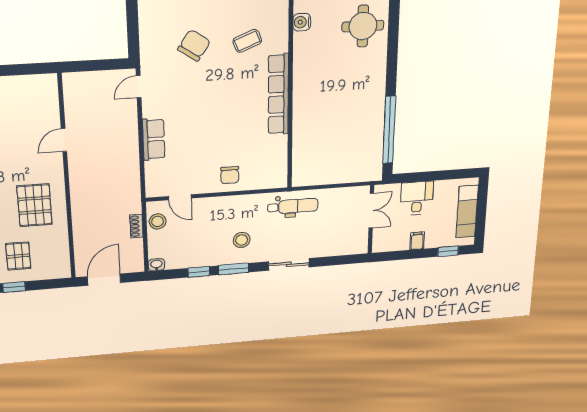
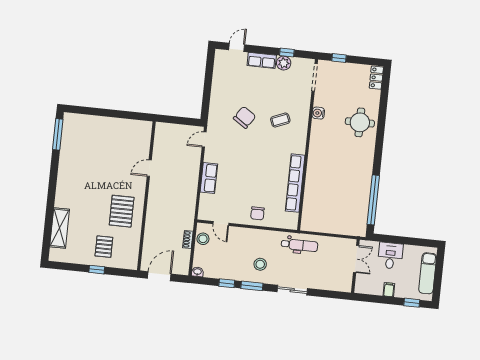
row of seats: (278, 94) -> (295, 183), moved

